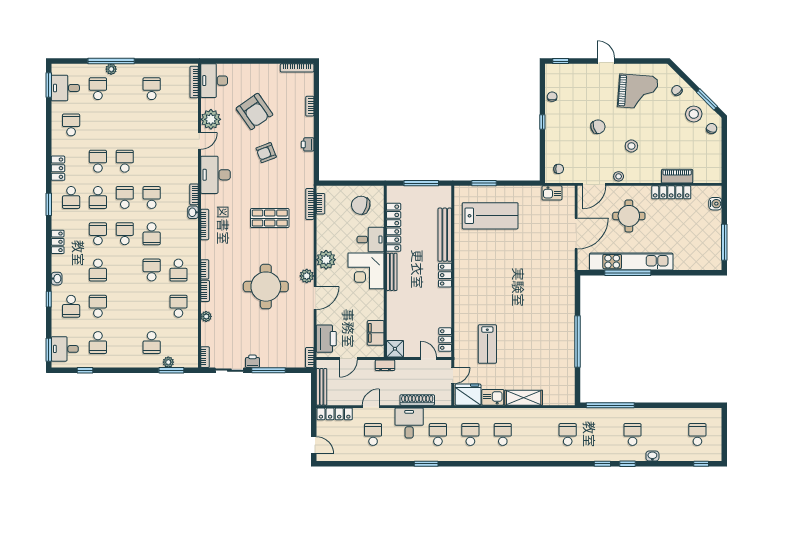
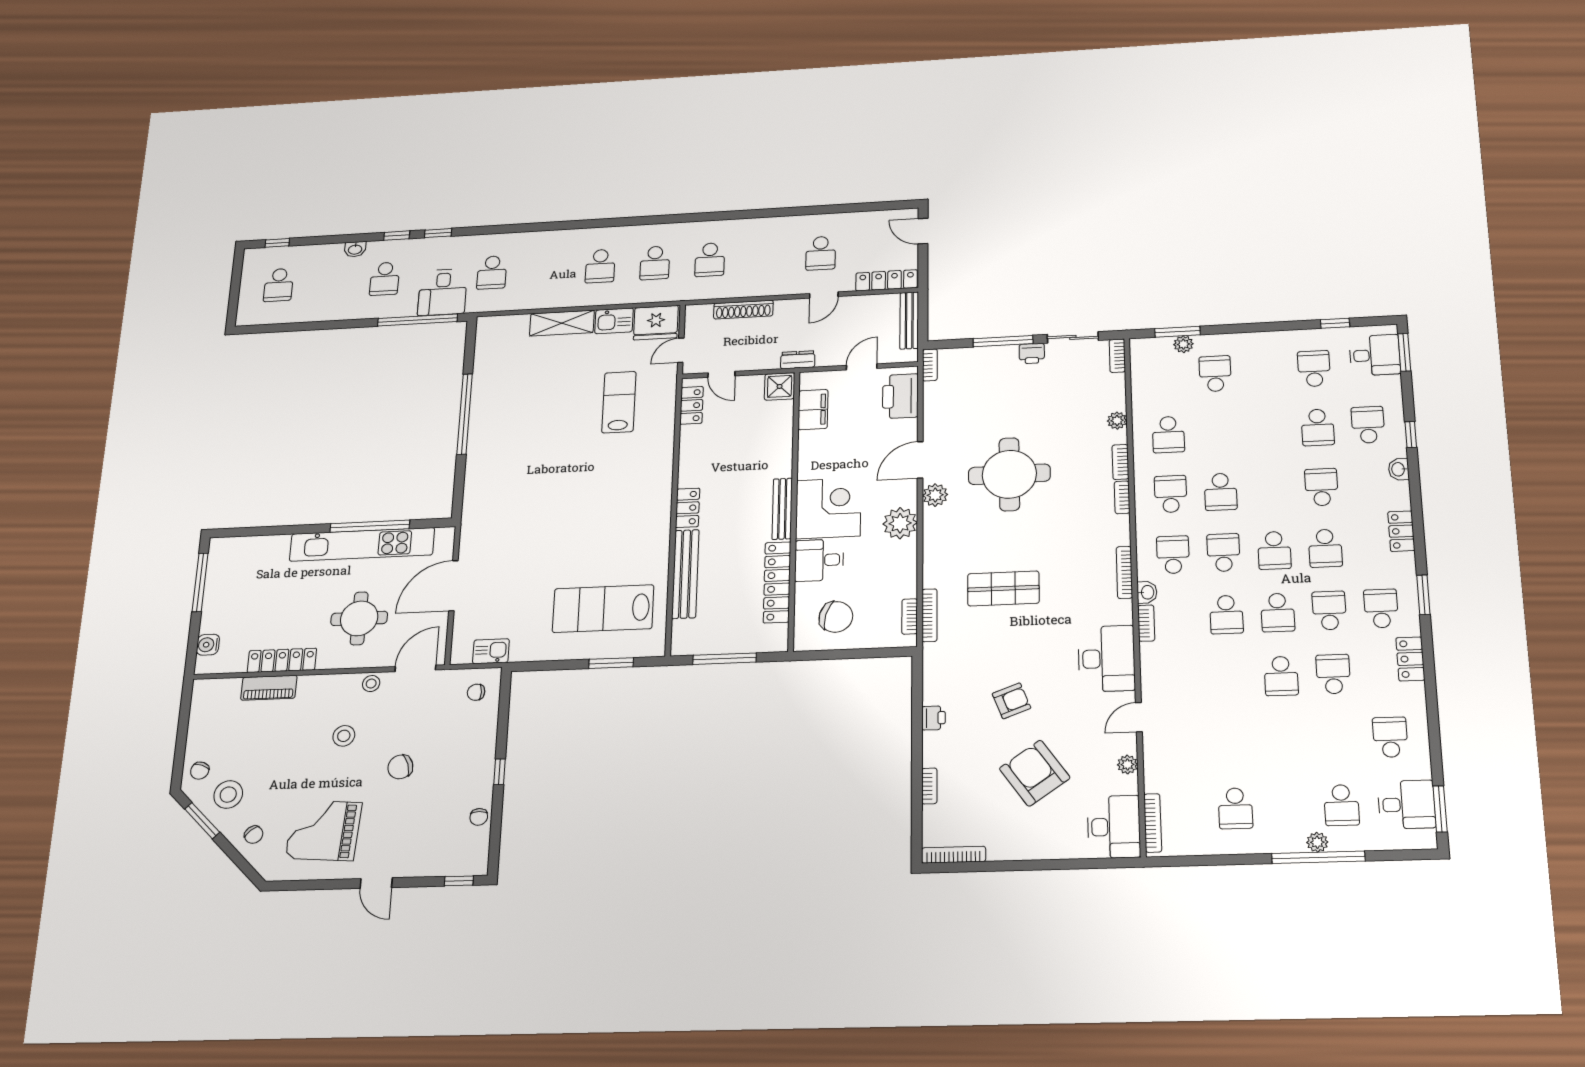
plant: (211, 119) -> (1127, 765), width x0.53, depth x0.53
school desk: (71, 125) -> (1390, 737), turned 180
school desk: (98, 161) -> (1333, 674), turned 180
school desk: (178, 234) -> (1173, 555), added
desk: (409, 423) -> (443, 292), moved
window: (426, 464) -> (731, 215), removed

